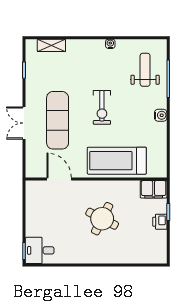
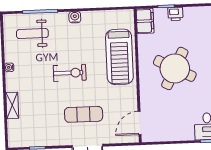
shelving: (51, 45) -> (12, 105), moved
exercise mat: (58, 120) -> (84, 114), width x0.73, depth x0.69
door: (59, 179) -> (139, 123), moved
round table: (102, 219) -> (175, 68), width x1.36, depth x1.36

